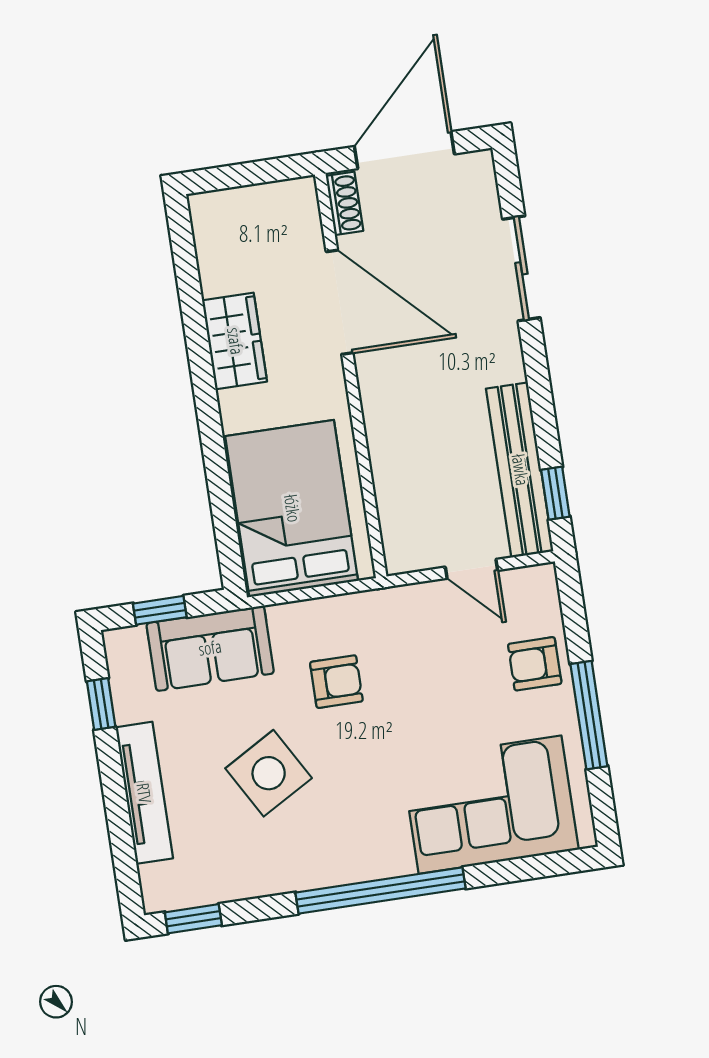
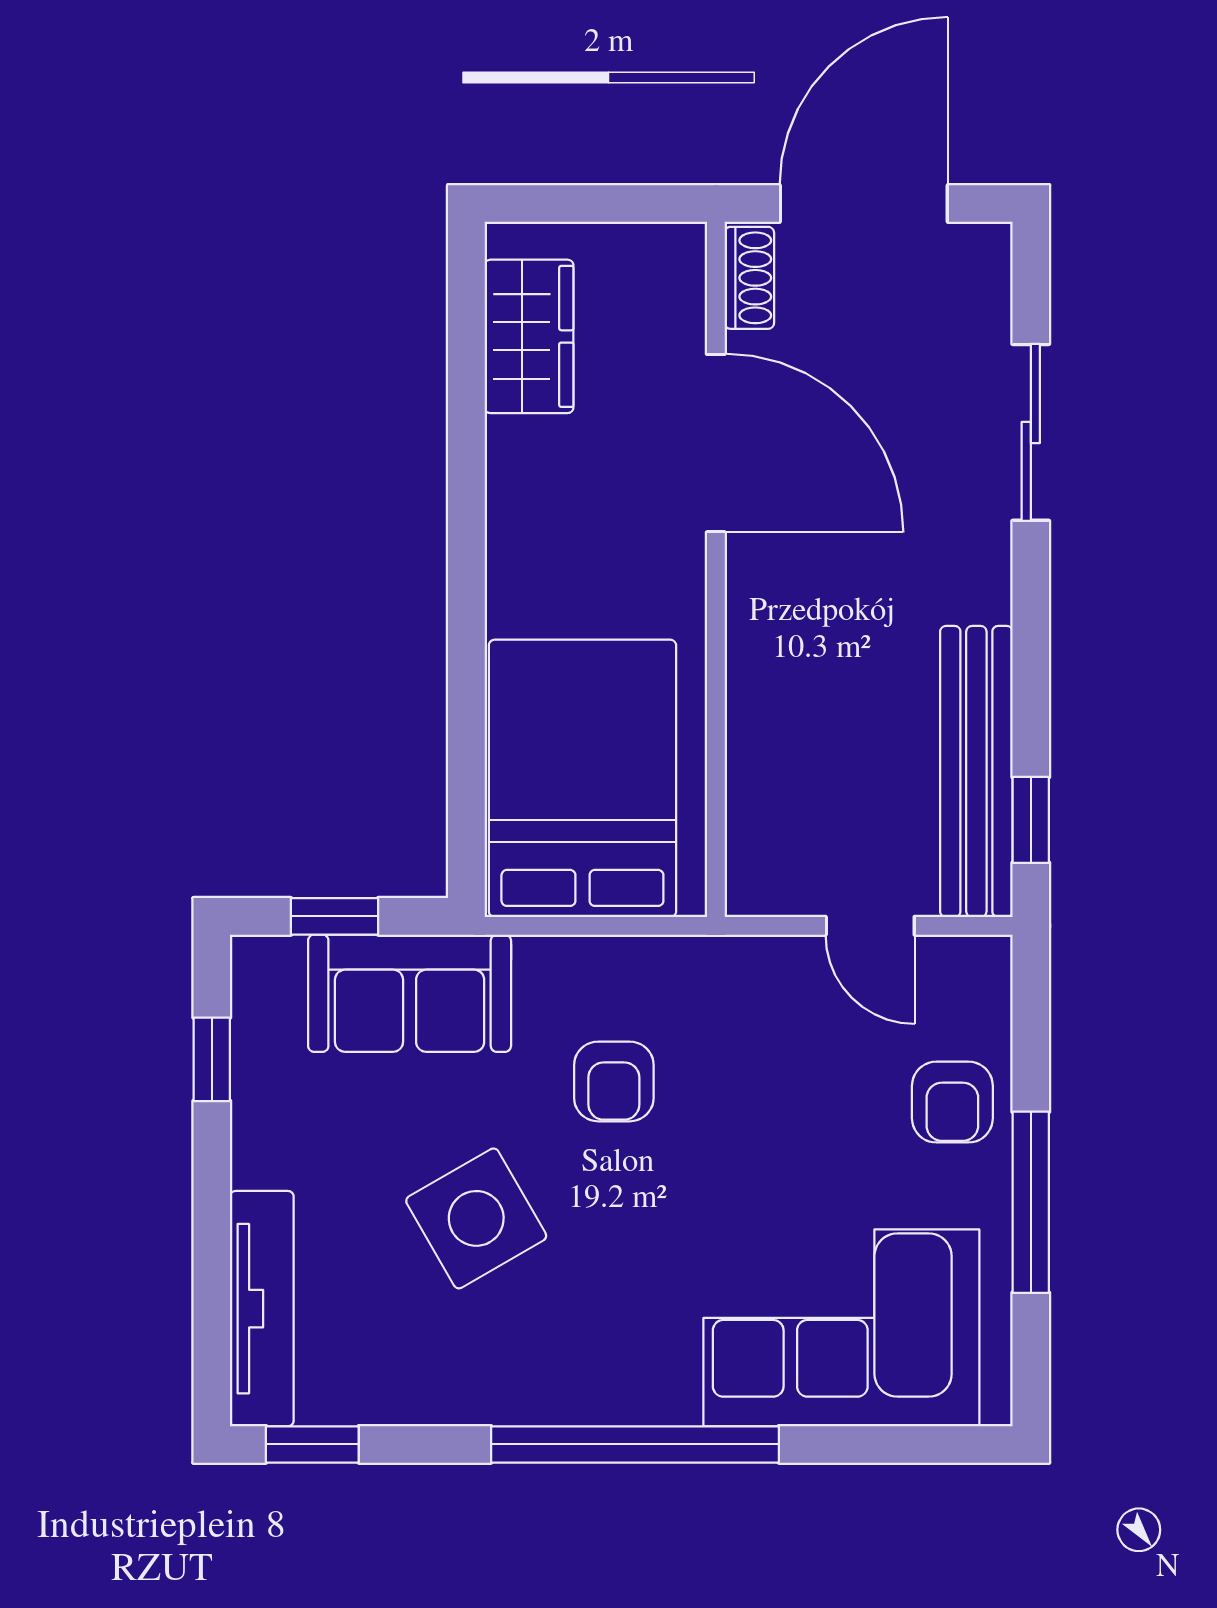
wardrobe: (235, 341) -> (529, 336), moved
armchair: (535, 664) -> (952, 1102), turned -90
armchair: (336, 682) -> (614, 1081), turned 90
tv unit: (144, 793) -> (262, 1309), moved

